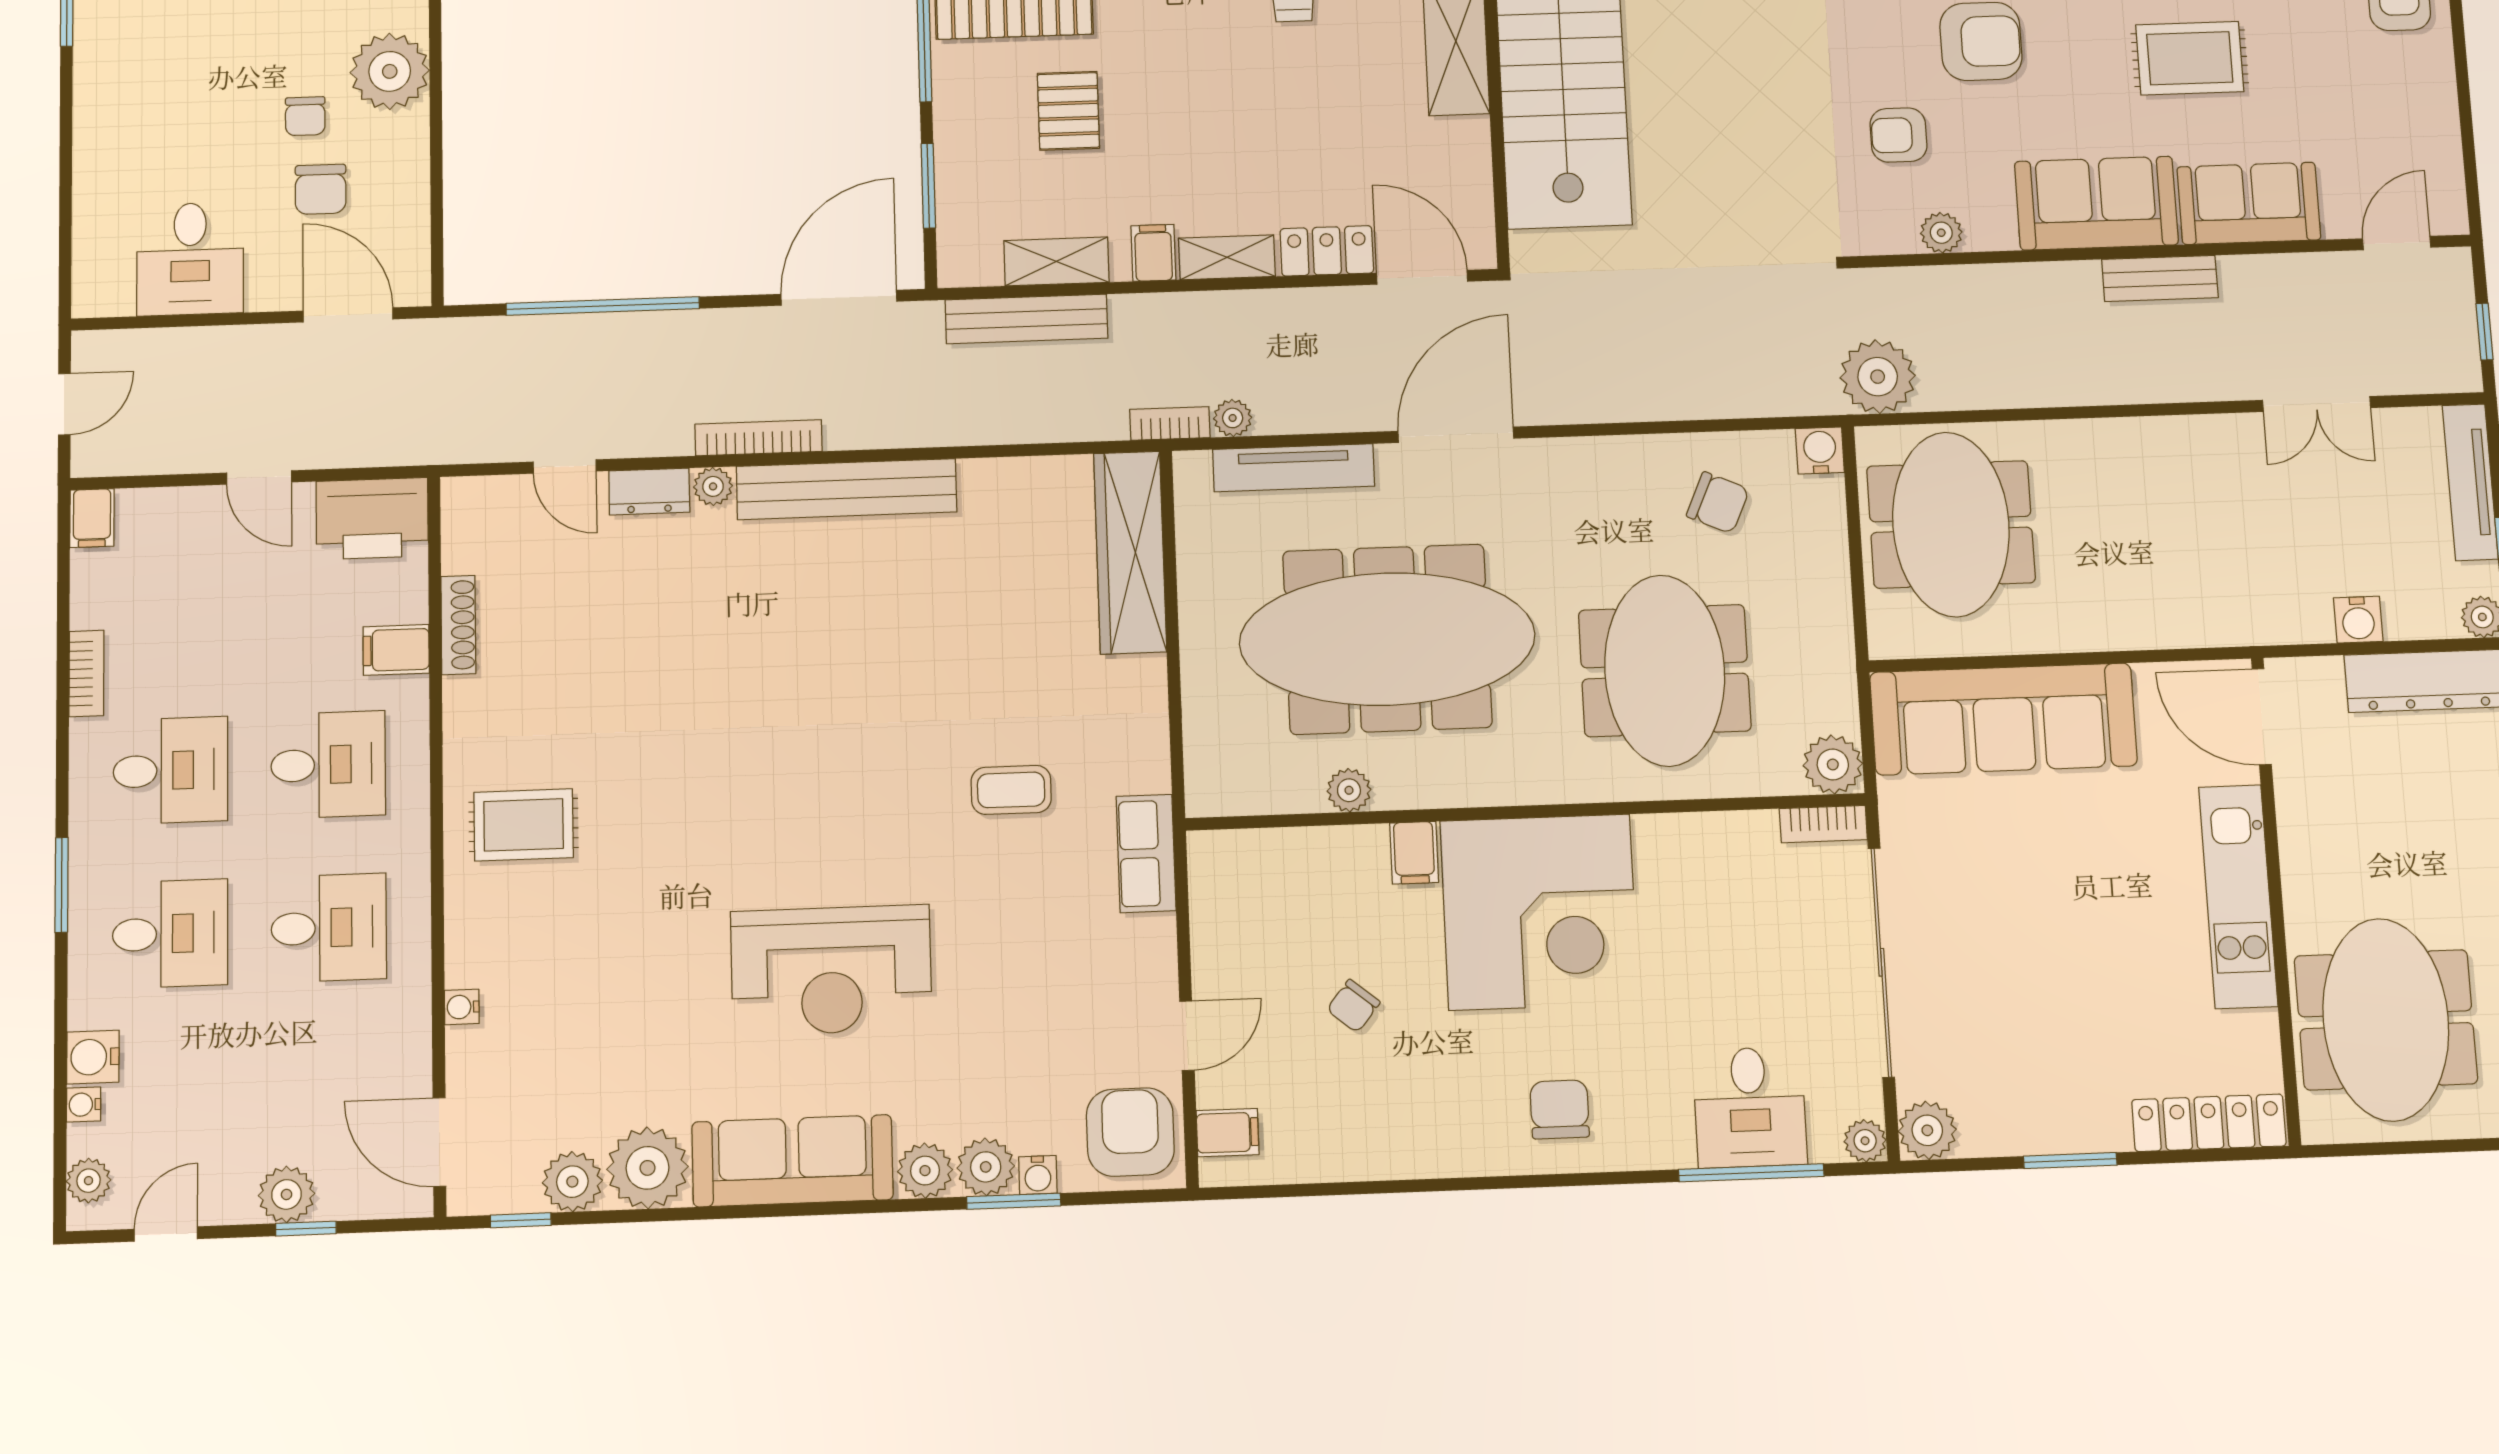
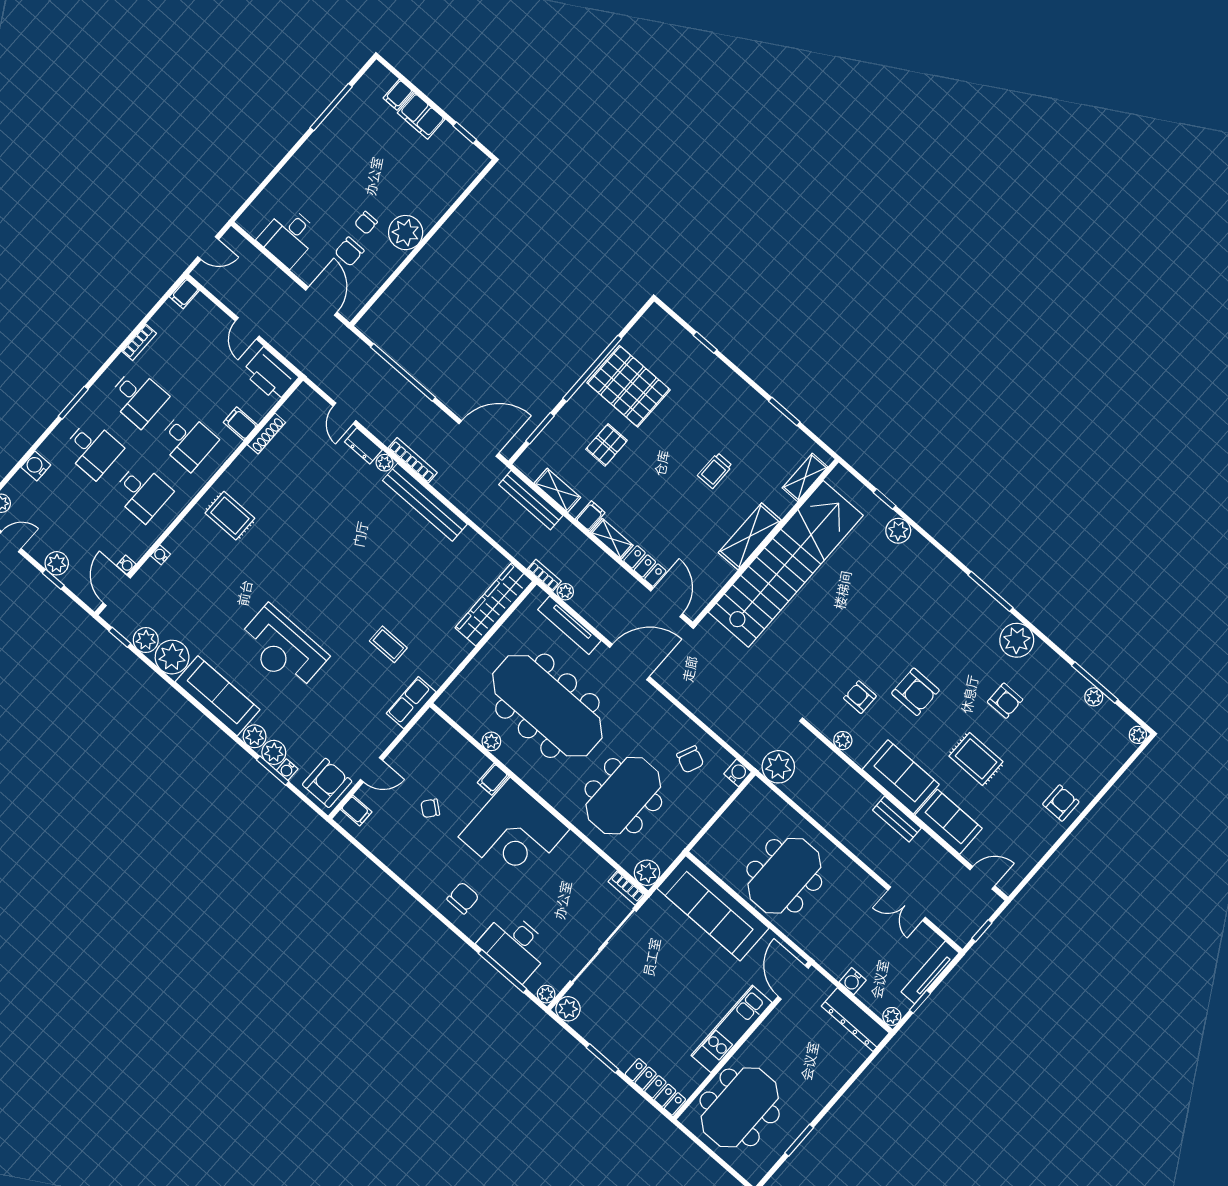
meeting table: (1951, 524) -> (784, 876), moved
water cooler: (84, 1105) -> (126, 565), moved, turned 180
desk: (1750, 1107) -> (515, 946), width x1.37

